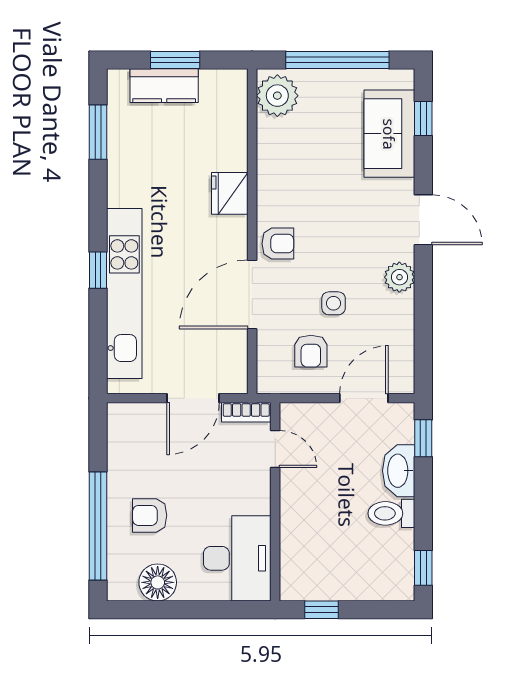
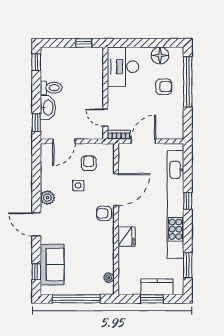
plant: (277, 96) -> (109, 278), width x0.53, depth x0.53
kitchen unit: (124, 294) -> (175, 204), width x1.36

